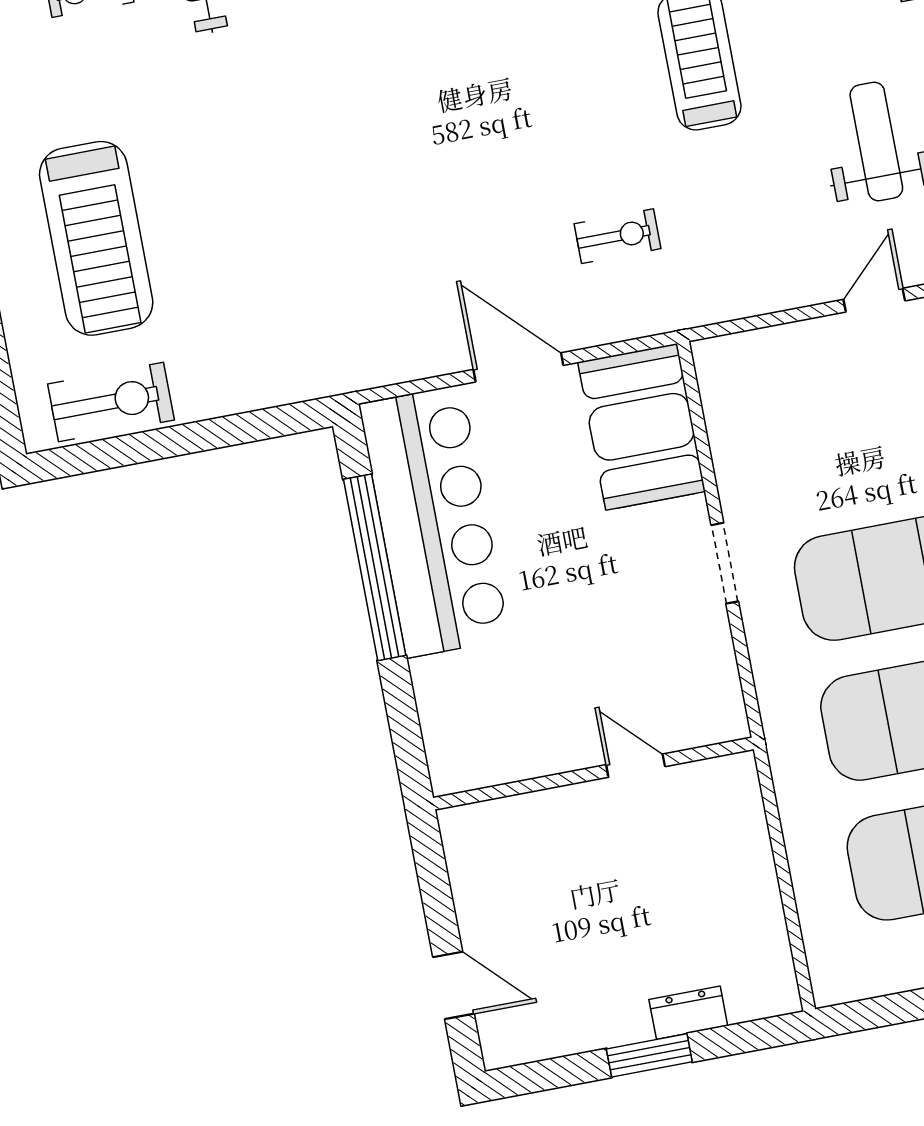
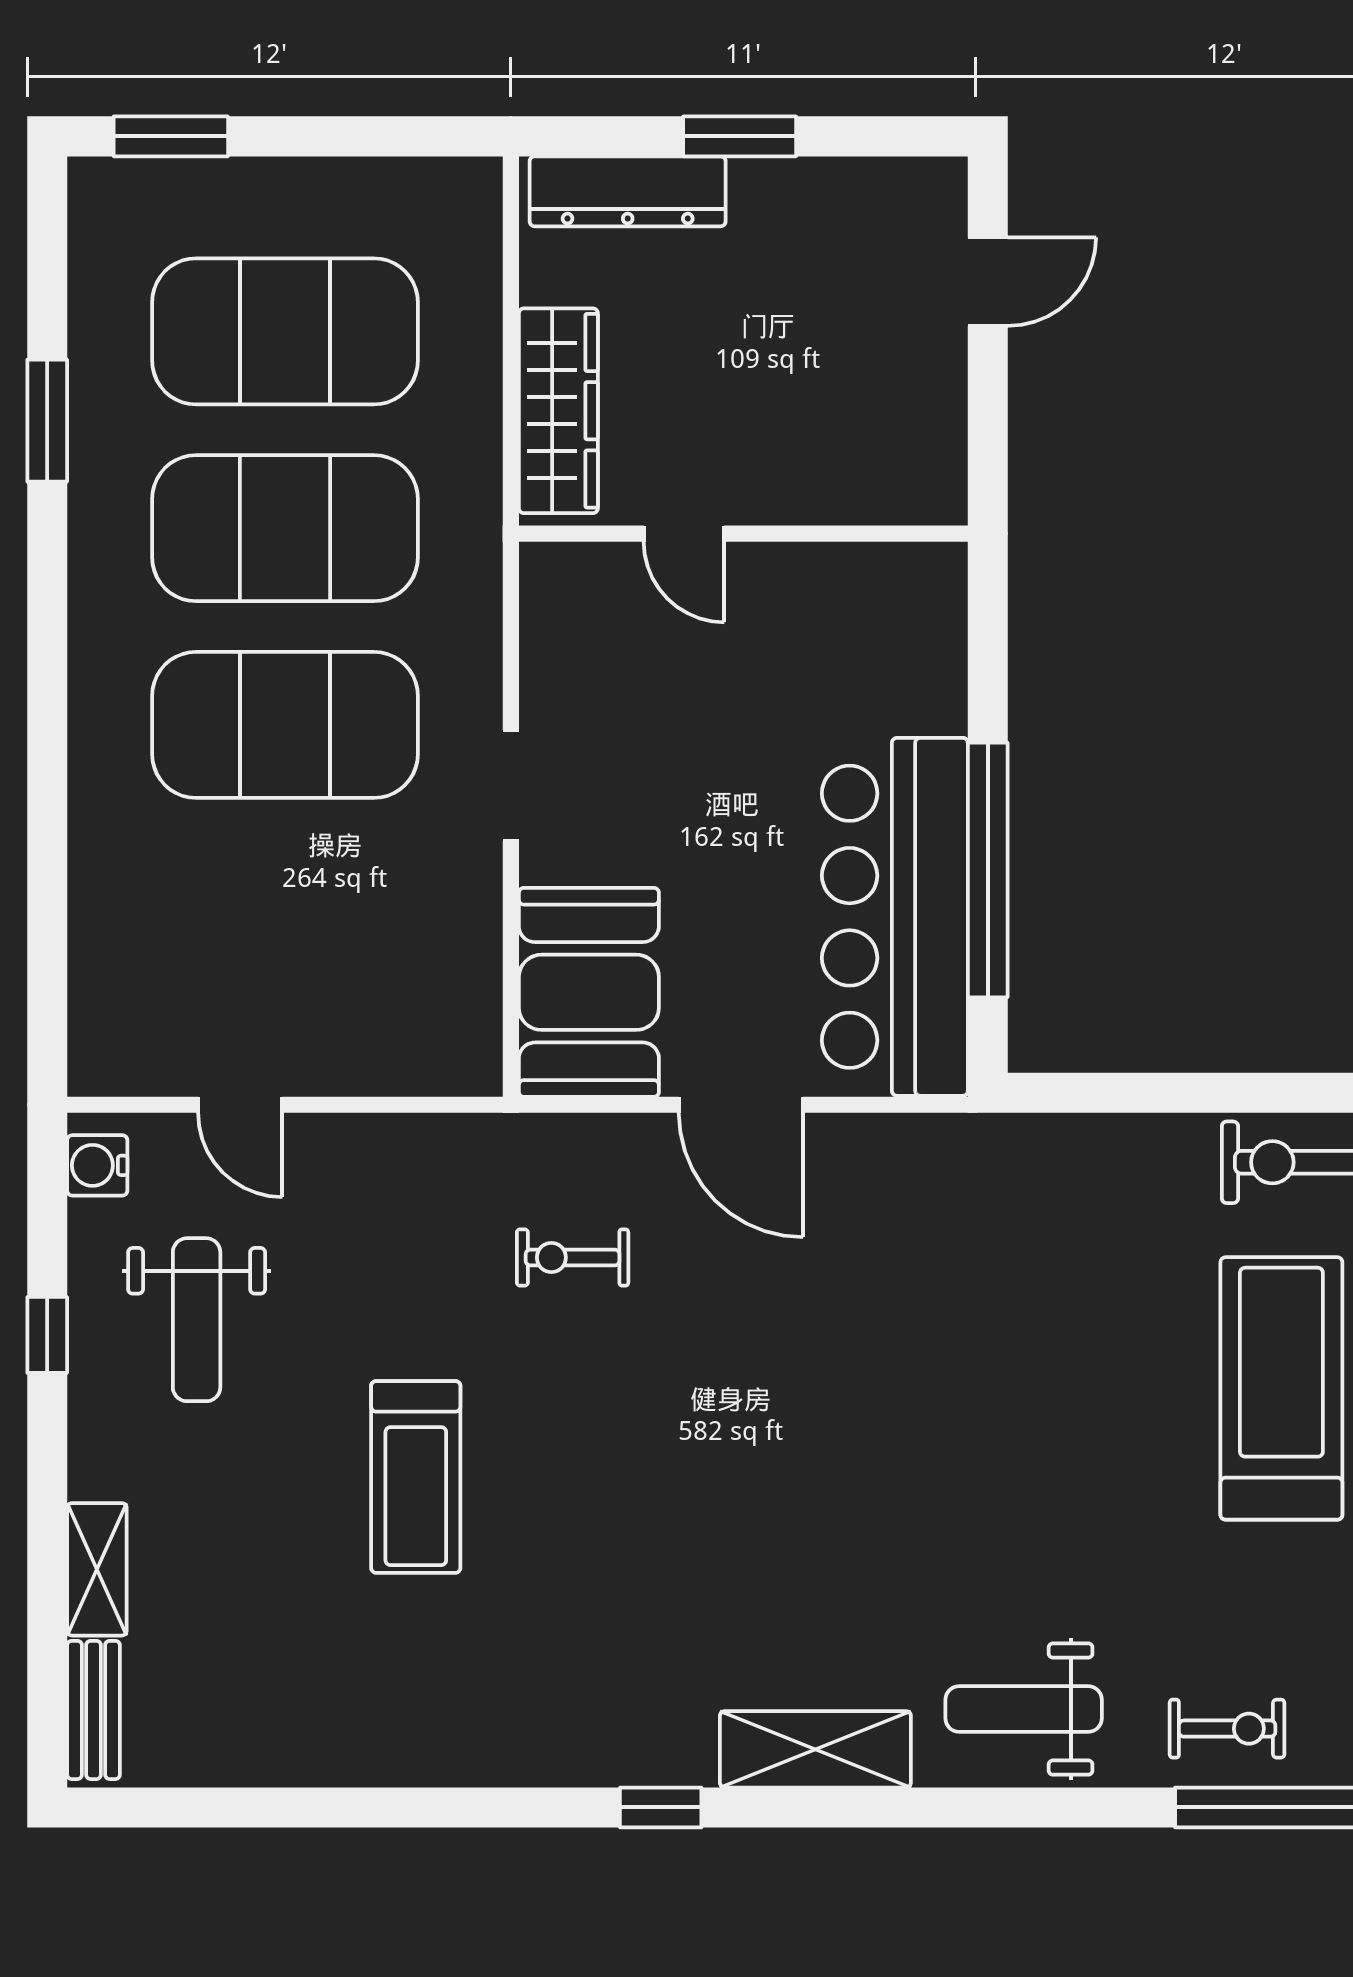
door: (874, 300) -> (240, 1105), hinge flipped
wardrobe: (741, 836) -> (558, 411), added
door: (454, 985) -> (988, 282), swing flipped
dresser: (688, 1013) -> (628, 191), width x1.96, depth x1.24

